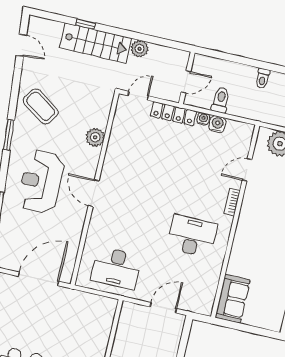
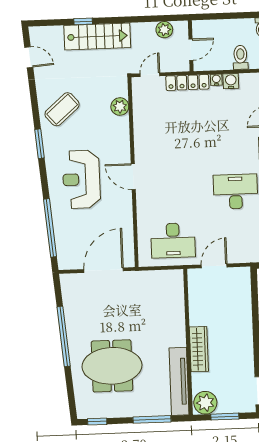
plant: (140, 49) -> (164, 30), moved
toilet: (221, 100) -> (240, 57), moved
coffee table: (41, 106) -> (62, 109), turned -75
plant: (95, 137) -> (120, 107), moved
door: (163, 308) -> (214, 266), moved

